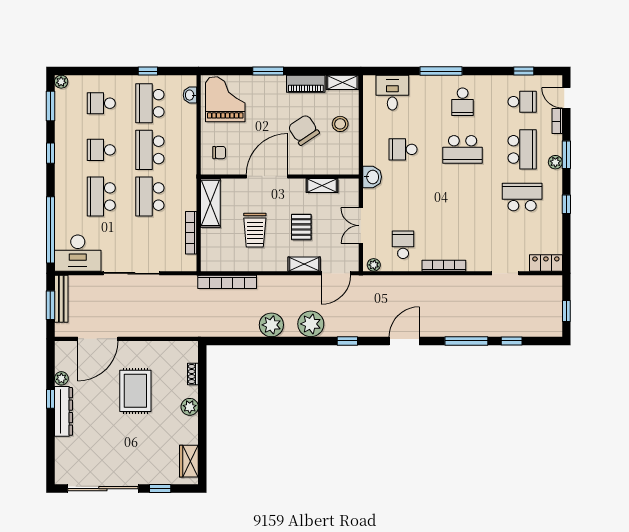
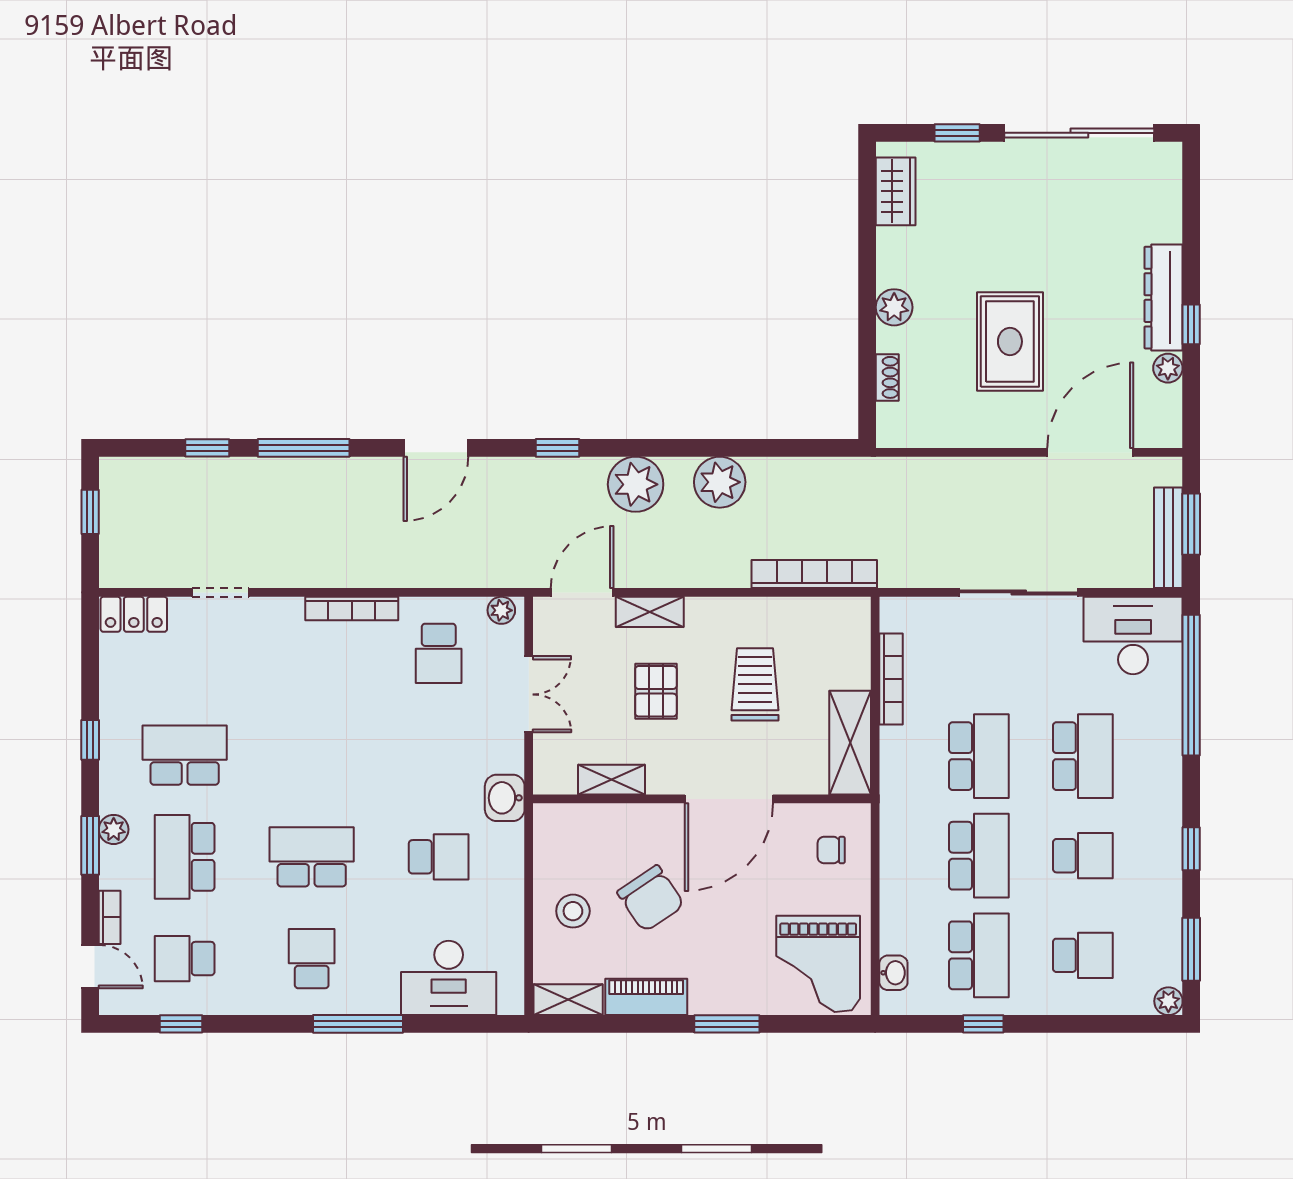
desk: (392, 93) -> (449, 978), width x1.37
school desk: (522, 197) -> (185, 755), turned 180

